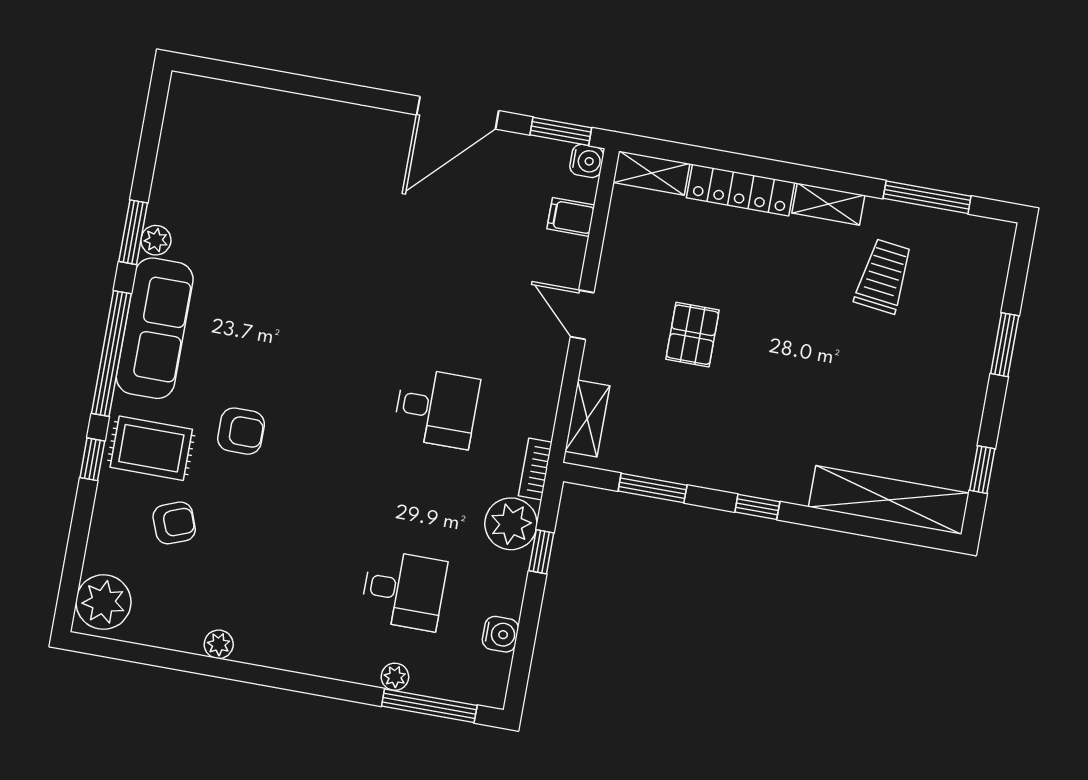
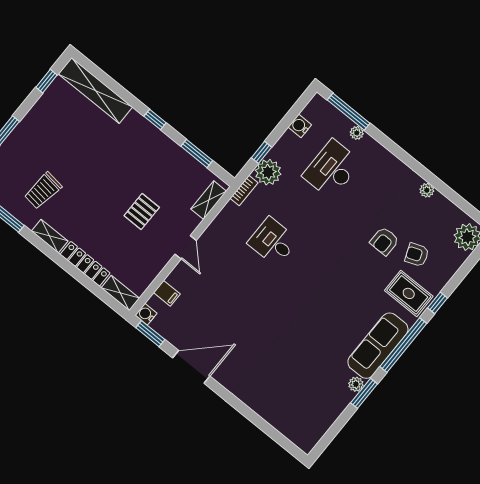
armchair: (241, 431) -> (384, 241), moved, turned -90
desk: (404, 590) -> (332, 169), width x1.37

